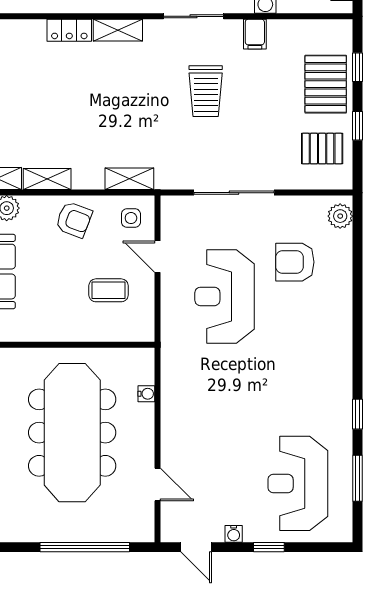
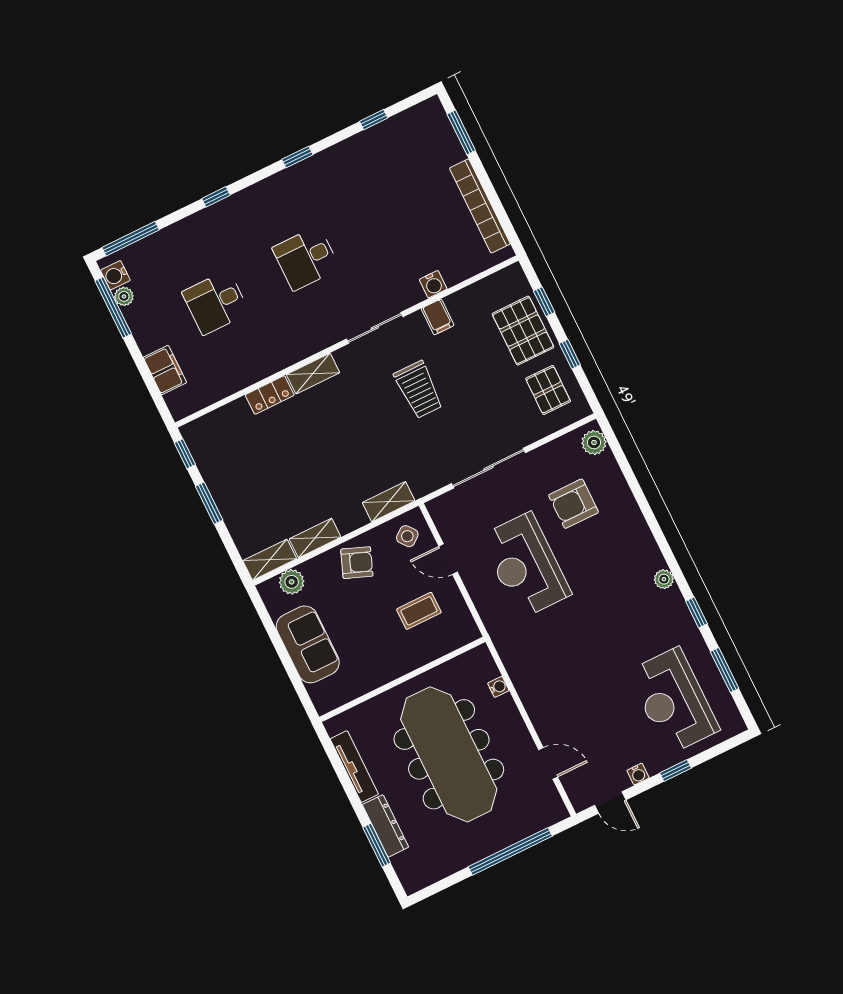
pallet: (322, 149) -> (548, 390), turned 90
side table: (131, 218) -> (407, 536), turned -38
plant: (343, 370) -> (664, 579), added

